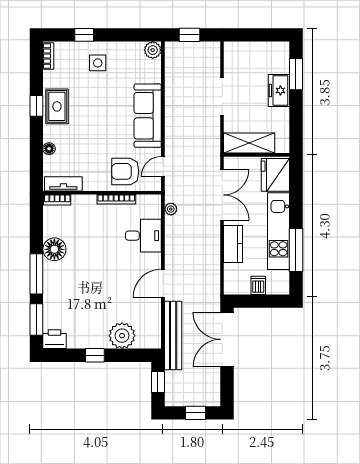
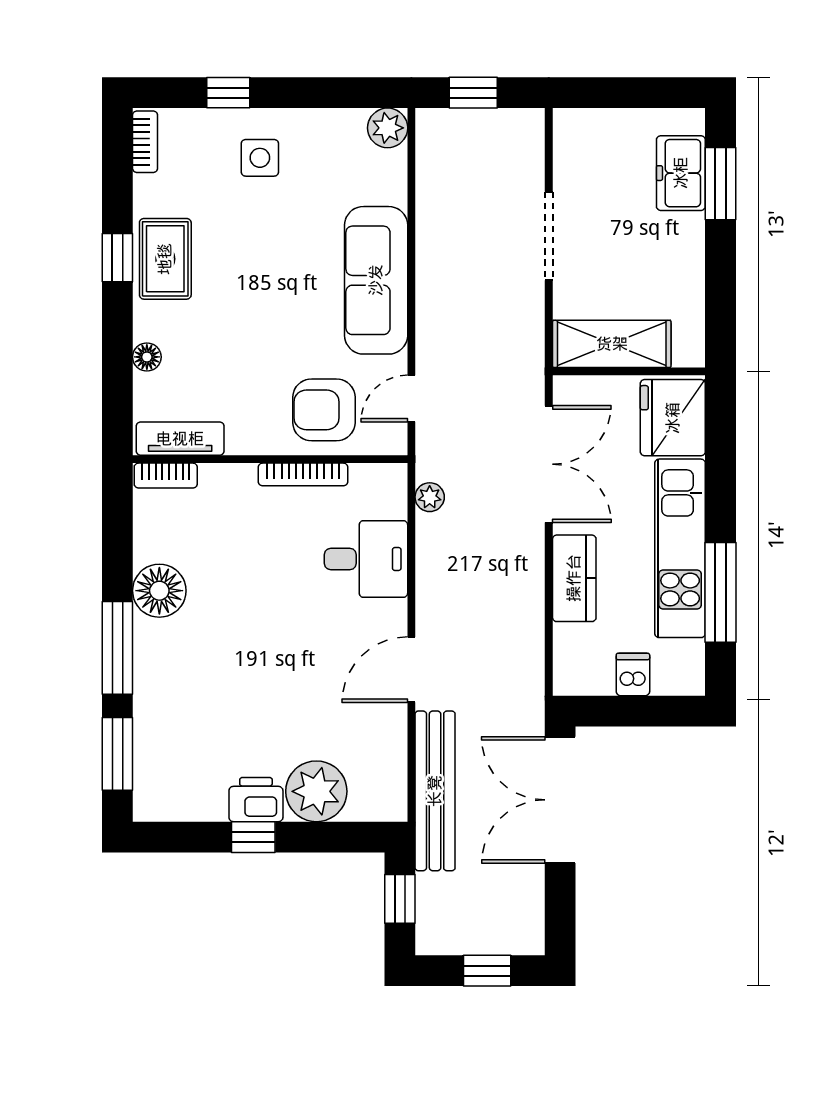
freezer: (279, 90) -> (681, 173), moved
printer: (55, 339) -> (256, 800), moved

